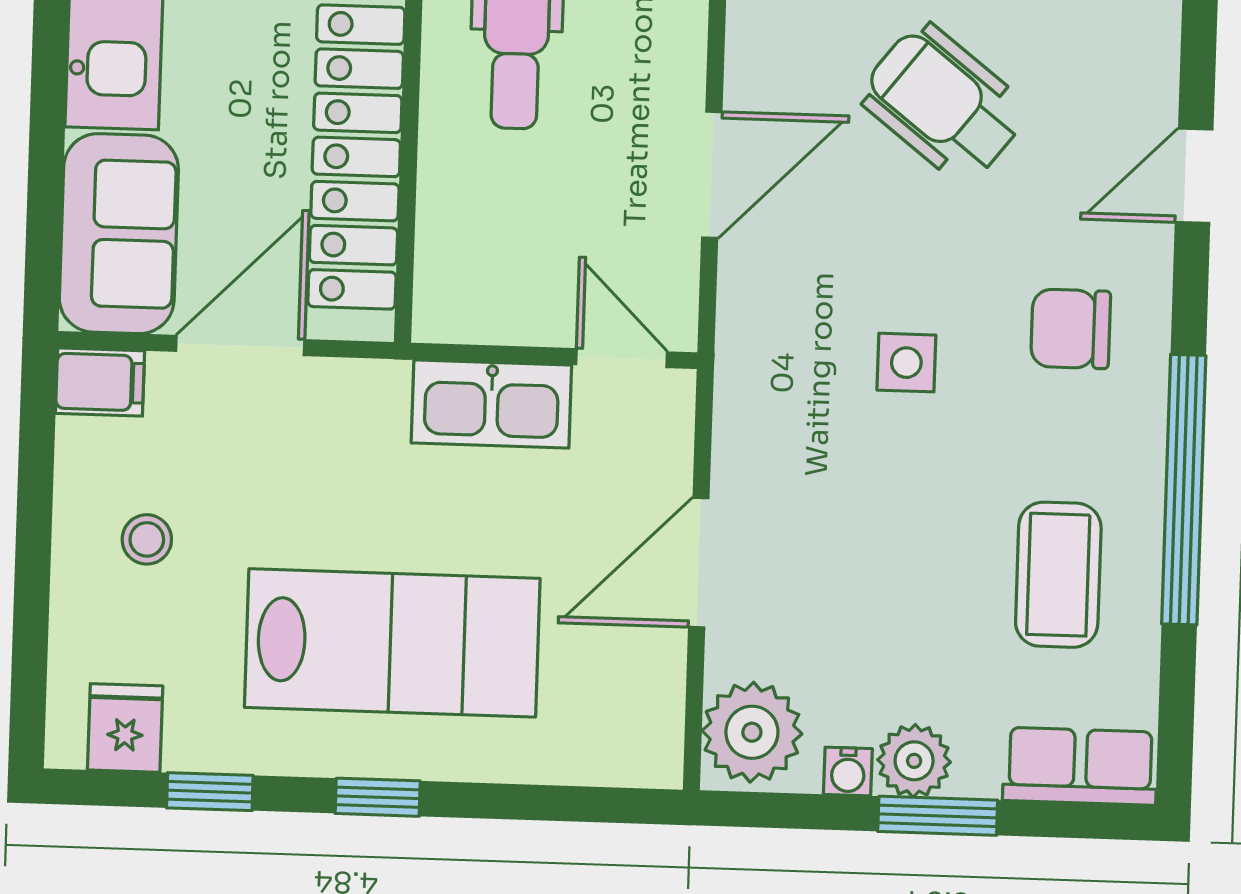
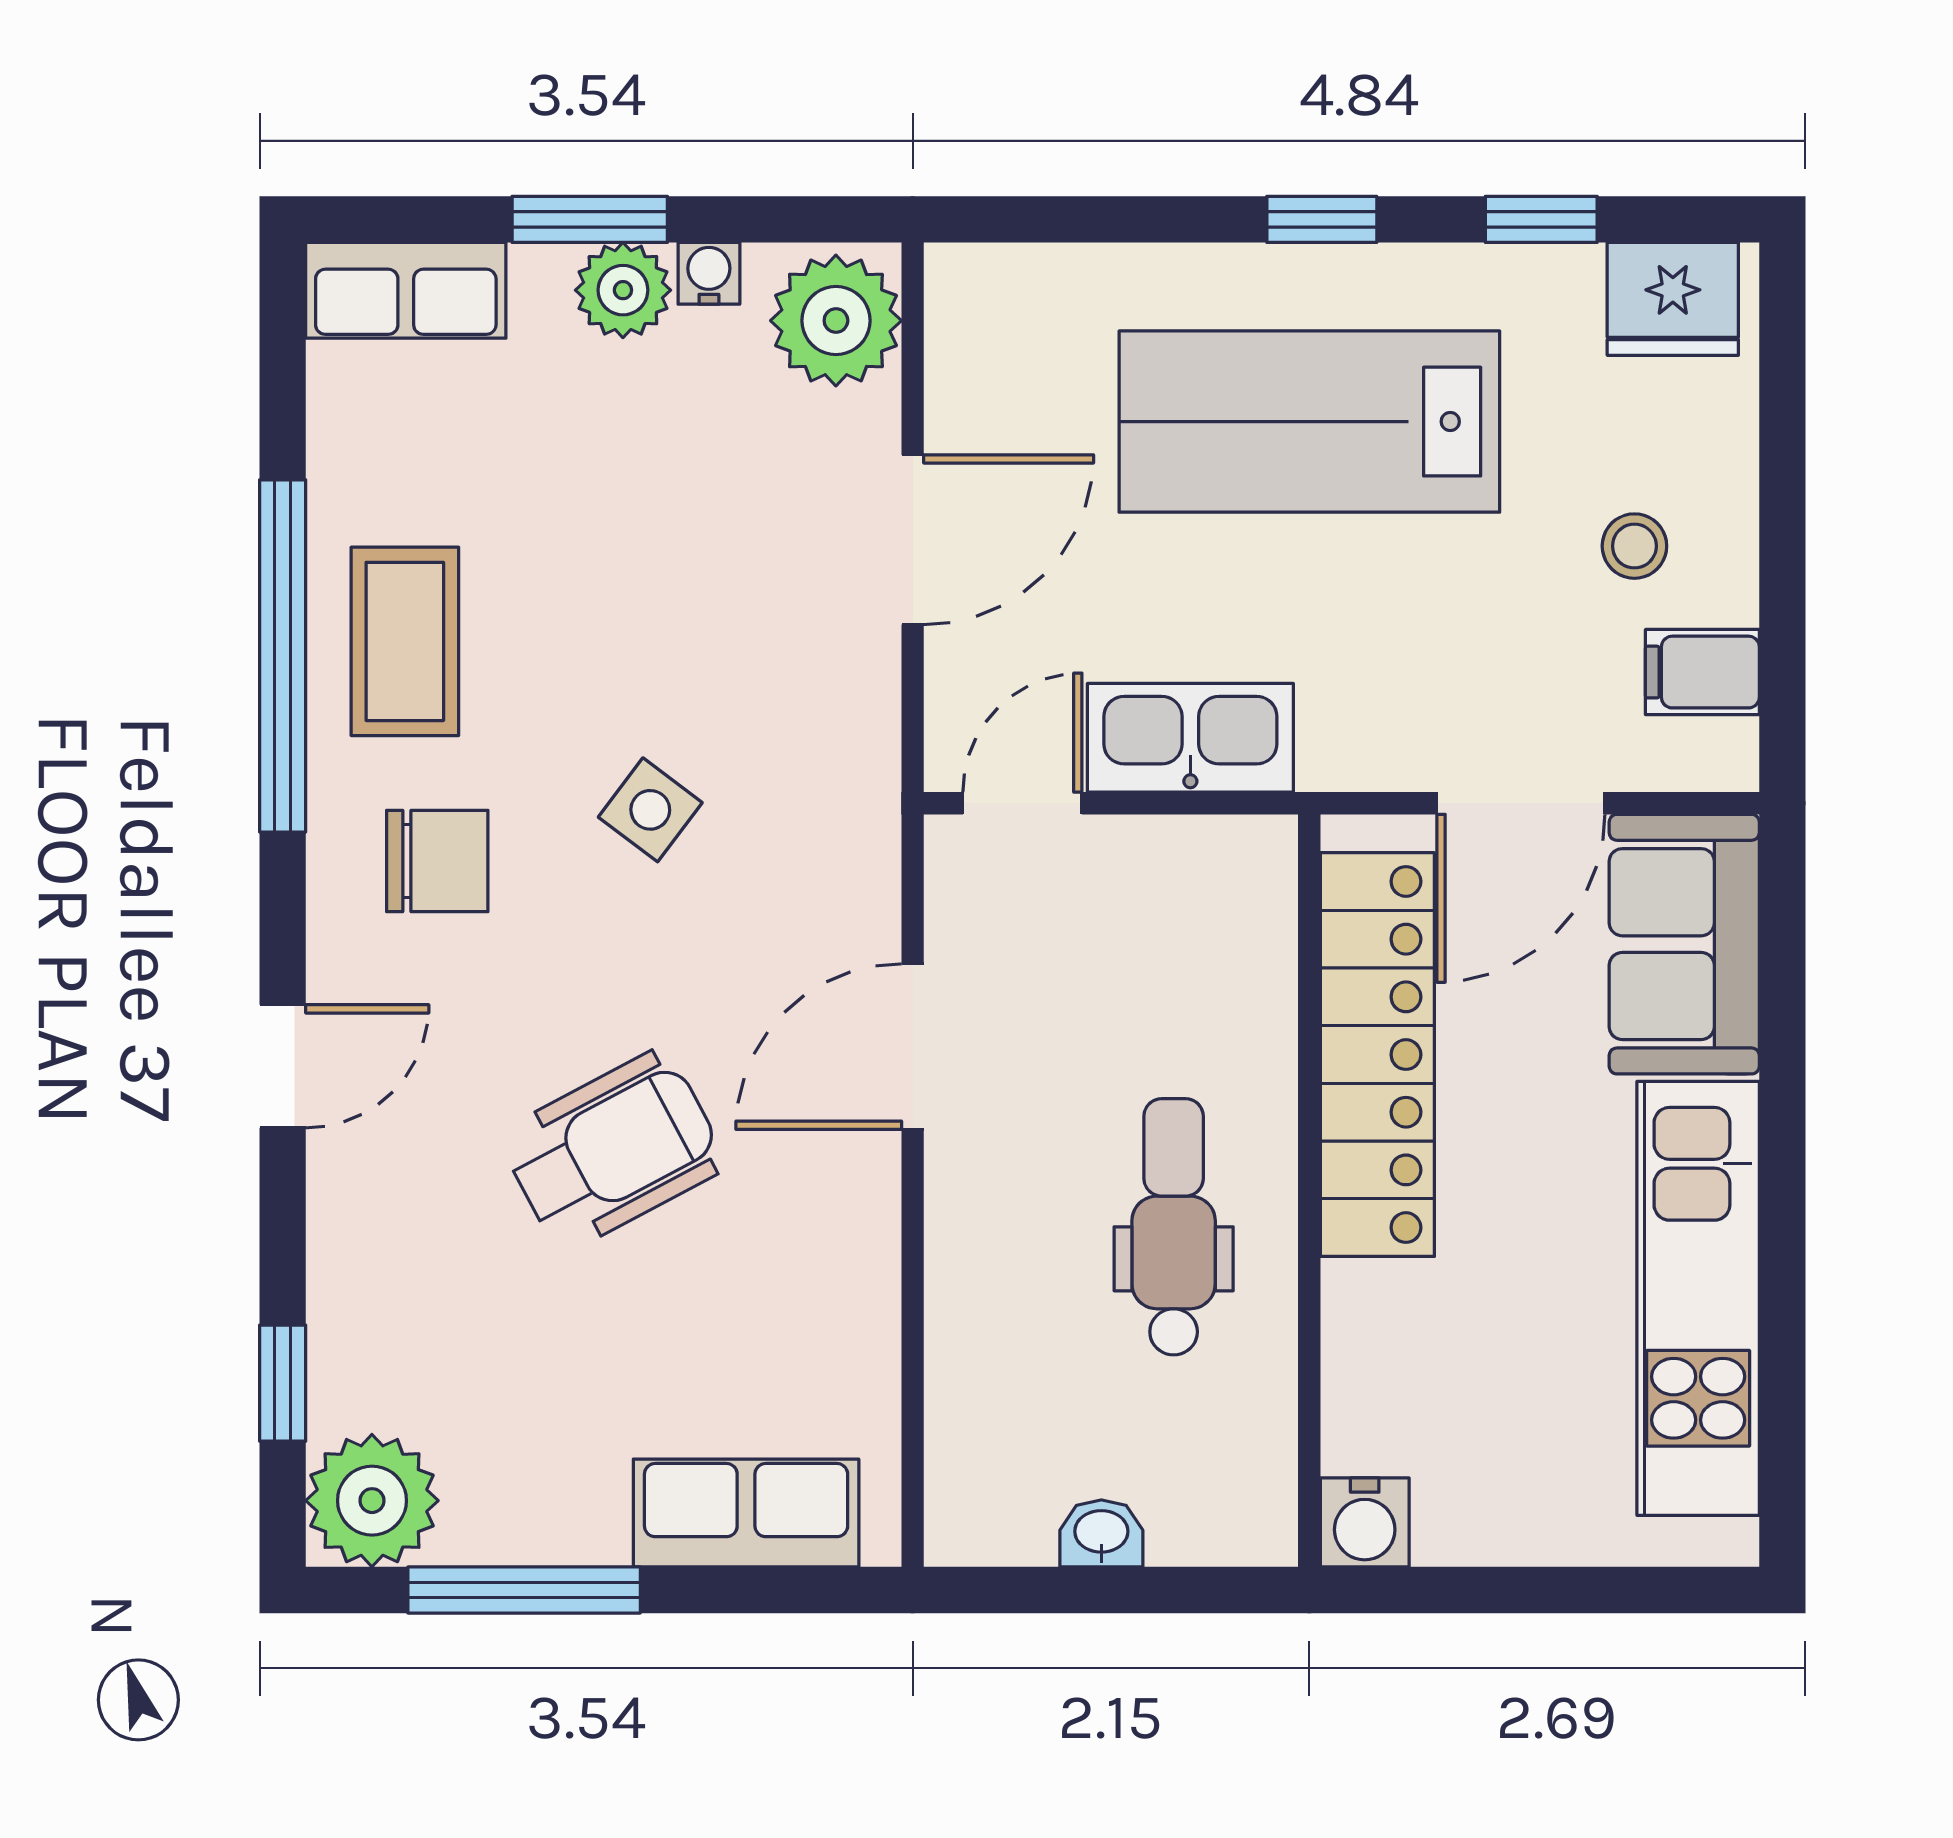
wheelchair: (944, 103) -> (613, 1150), turned -66
door: (622, 358) -> (1022, 803), swing flipped
side table: (906, 363) -> (650, 810), turned 37
filing cabinet: (100, 382) -> (1702, 672), moved
coffee table: (1058, 575) -> (405, 641), moved
fridge: (125, 728) -> (1673, 299), width x1.38

